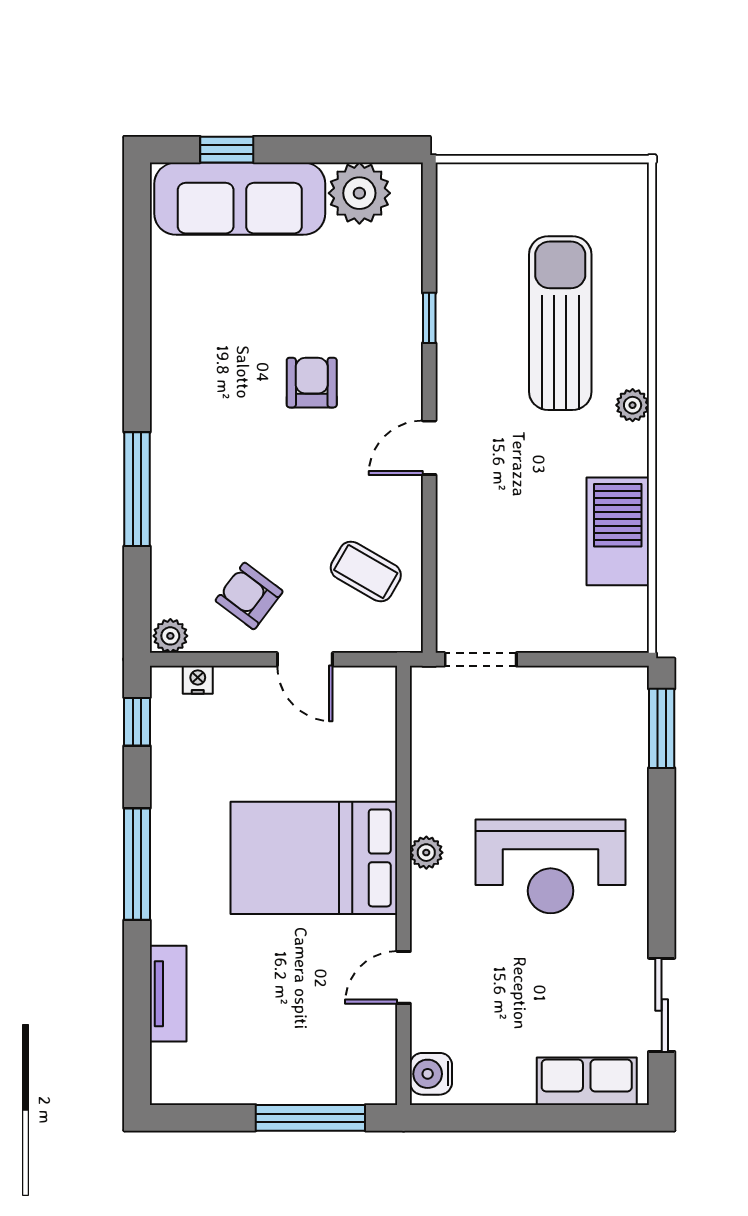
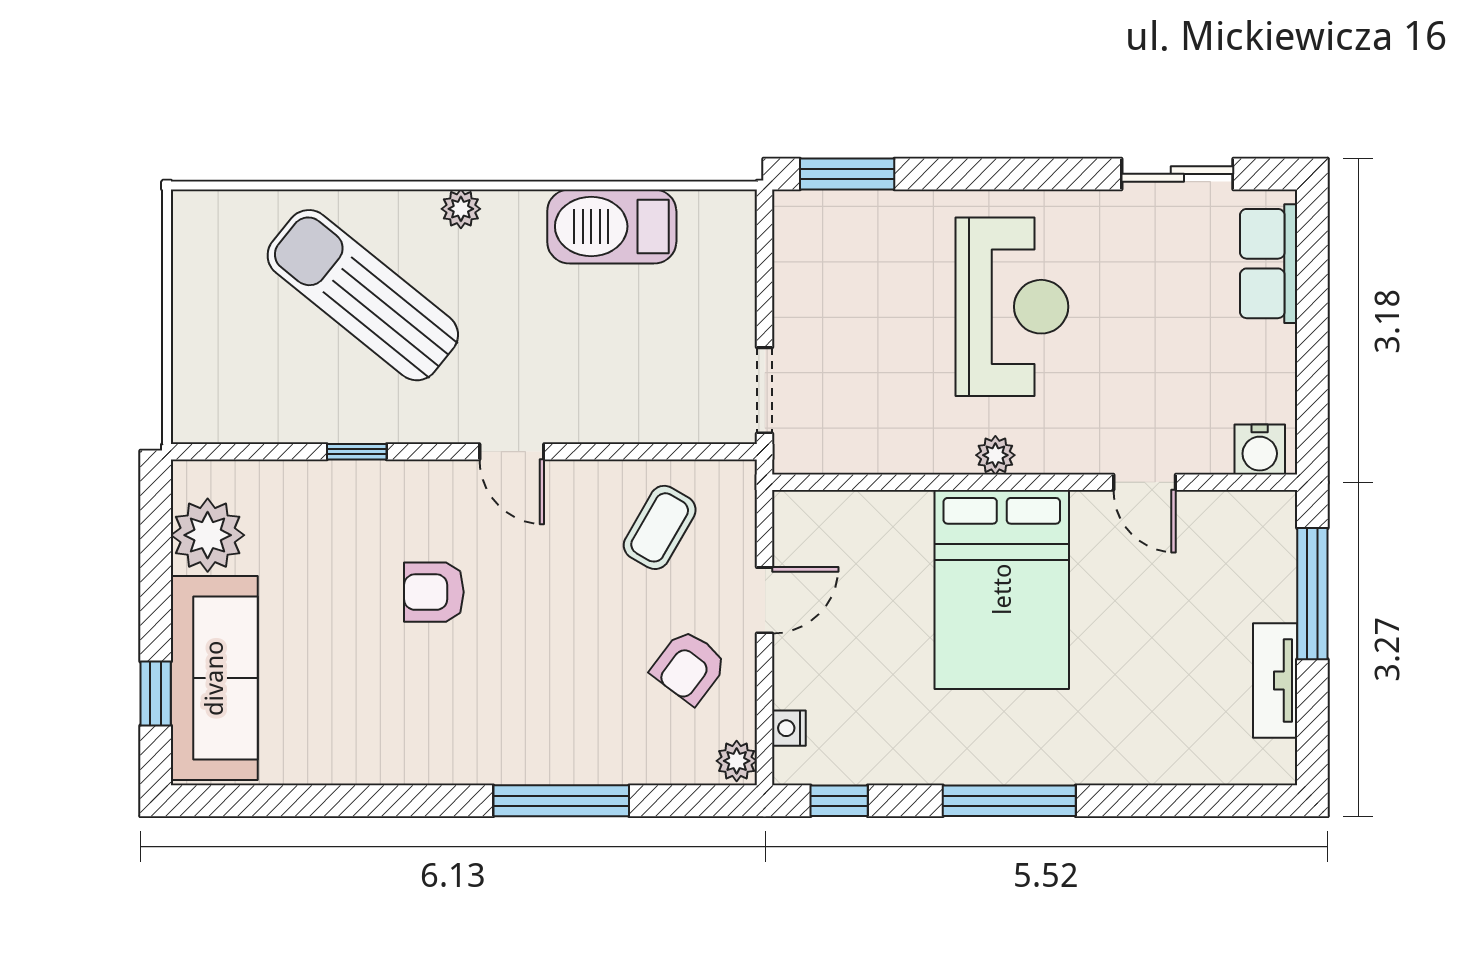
sun lounger: (560, 323) -> (363, 295), turned 39
tv unit: (168, 994) -> (1275, 681), moved, turned -90

